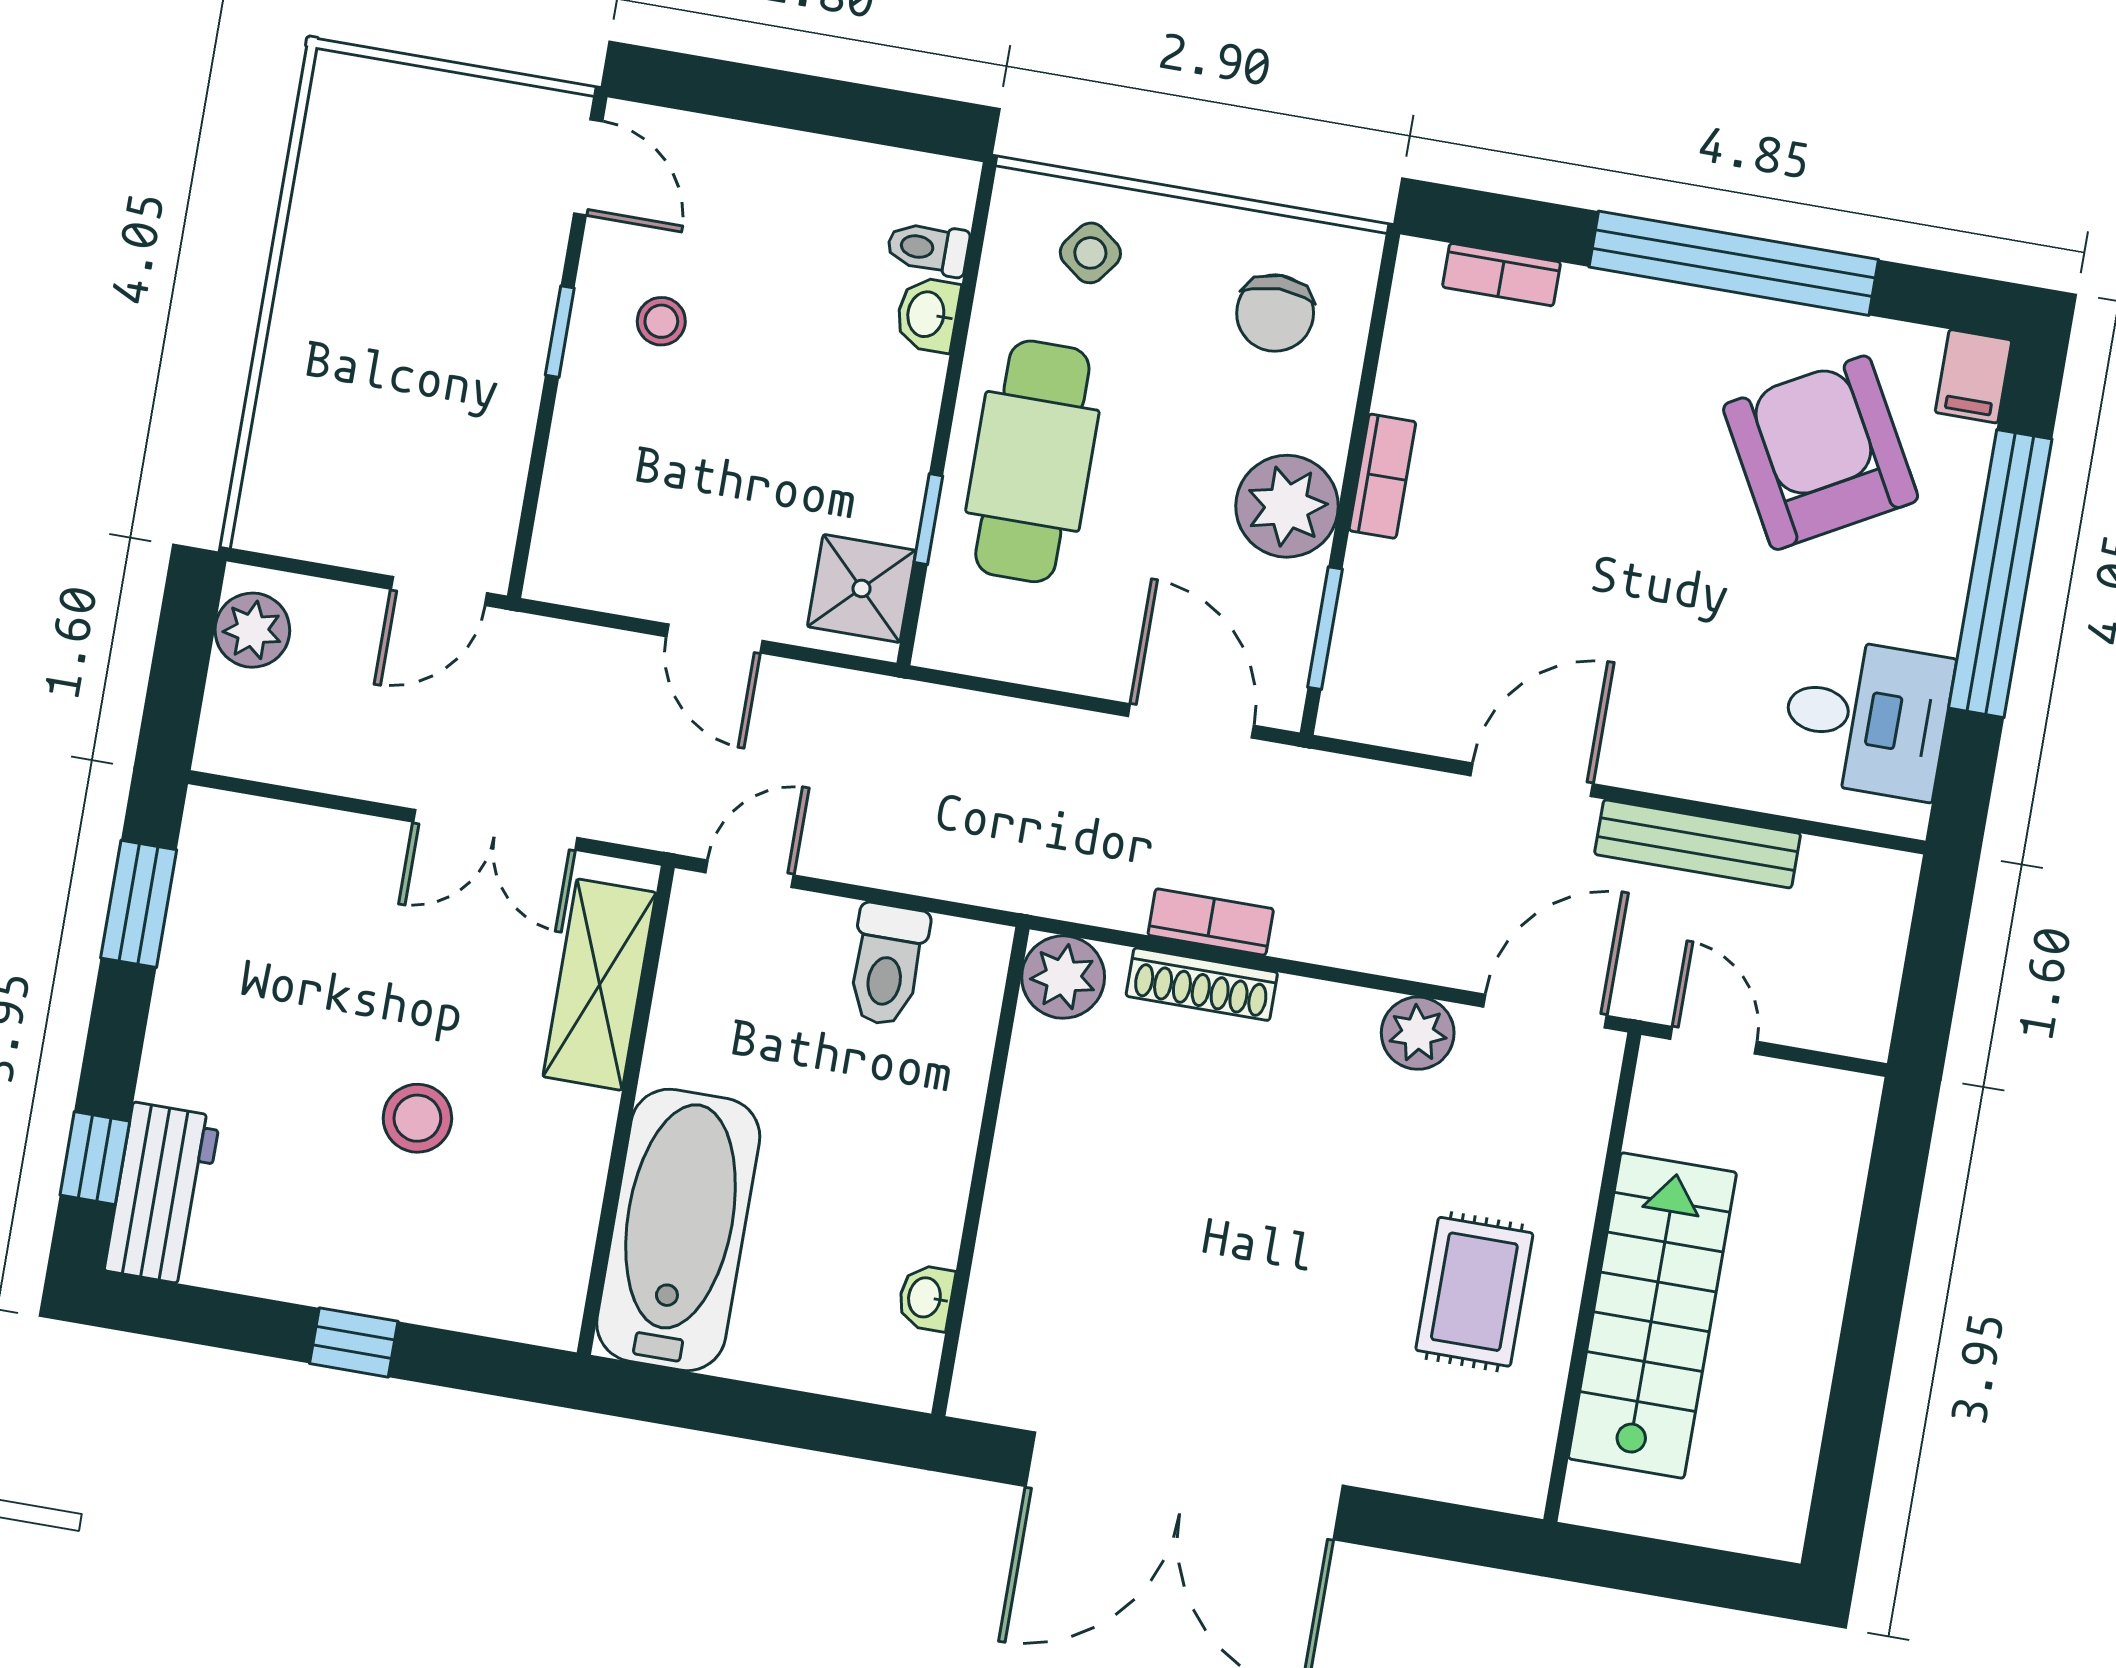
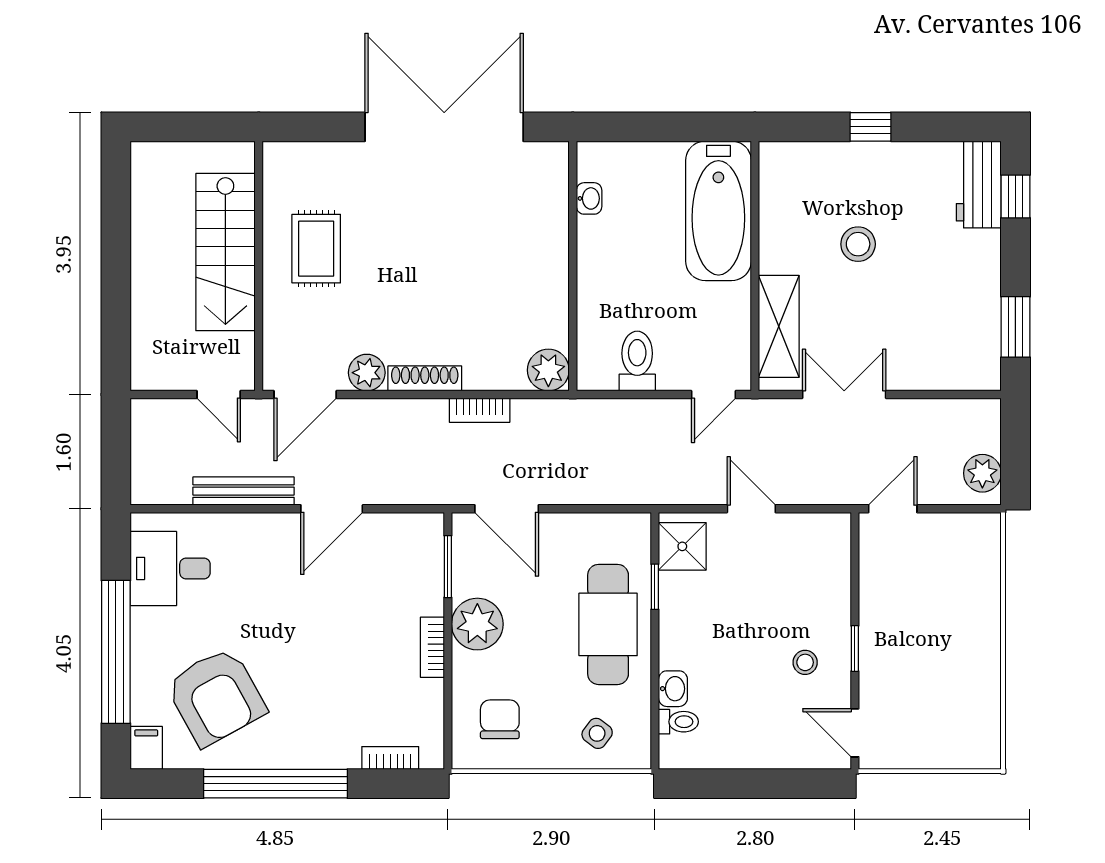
shoe rack: (1202, 984) -> (425, 378), moved

